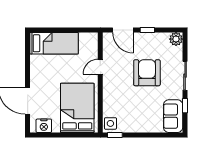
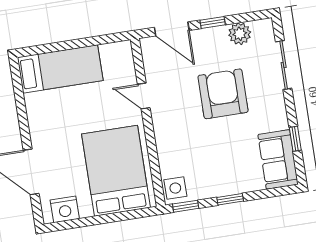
plant: (176, 39) -> (240, 34), moved
door: (100, 67) -> (144, 96), hinge flipped
sliding door: (185, 76) -> (284, 65), moved
window: (141, 135) -> (230, 199), added

